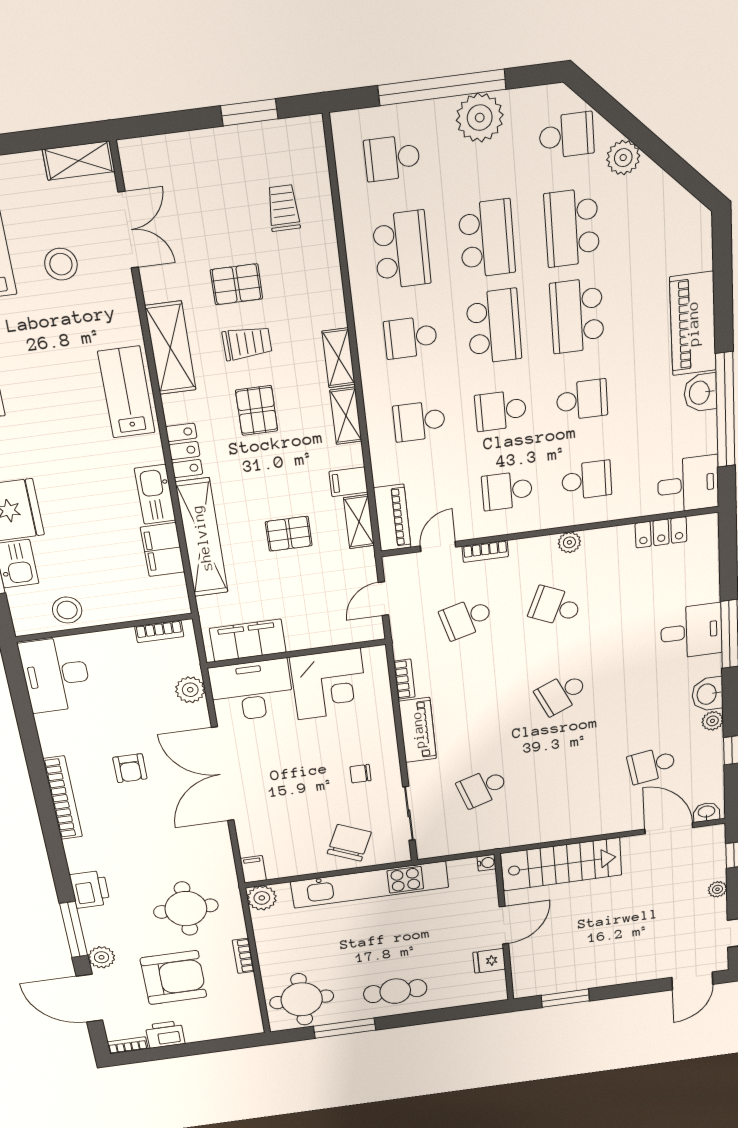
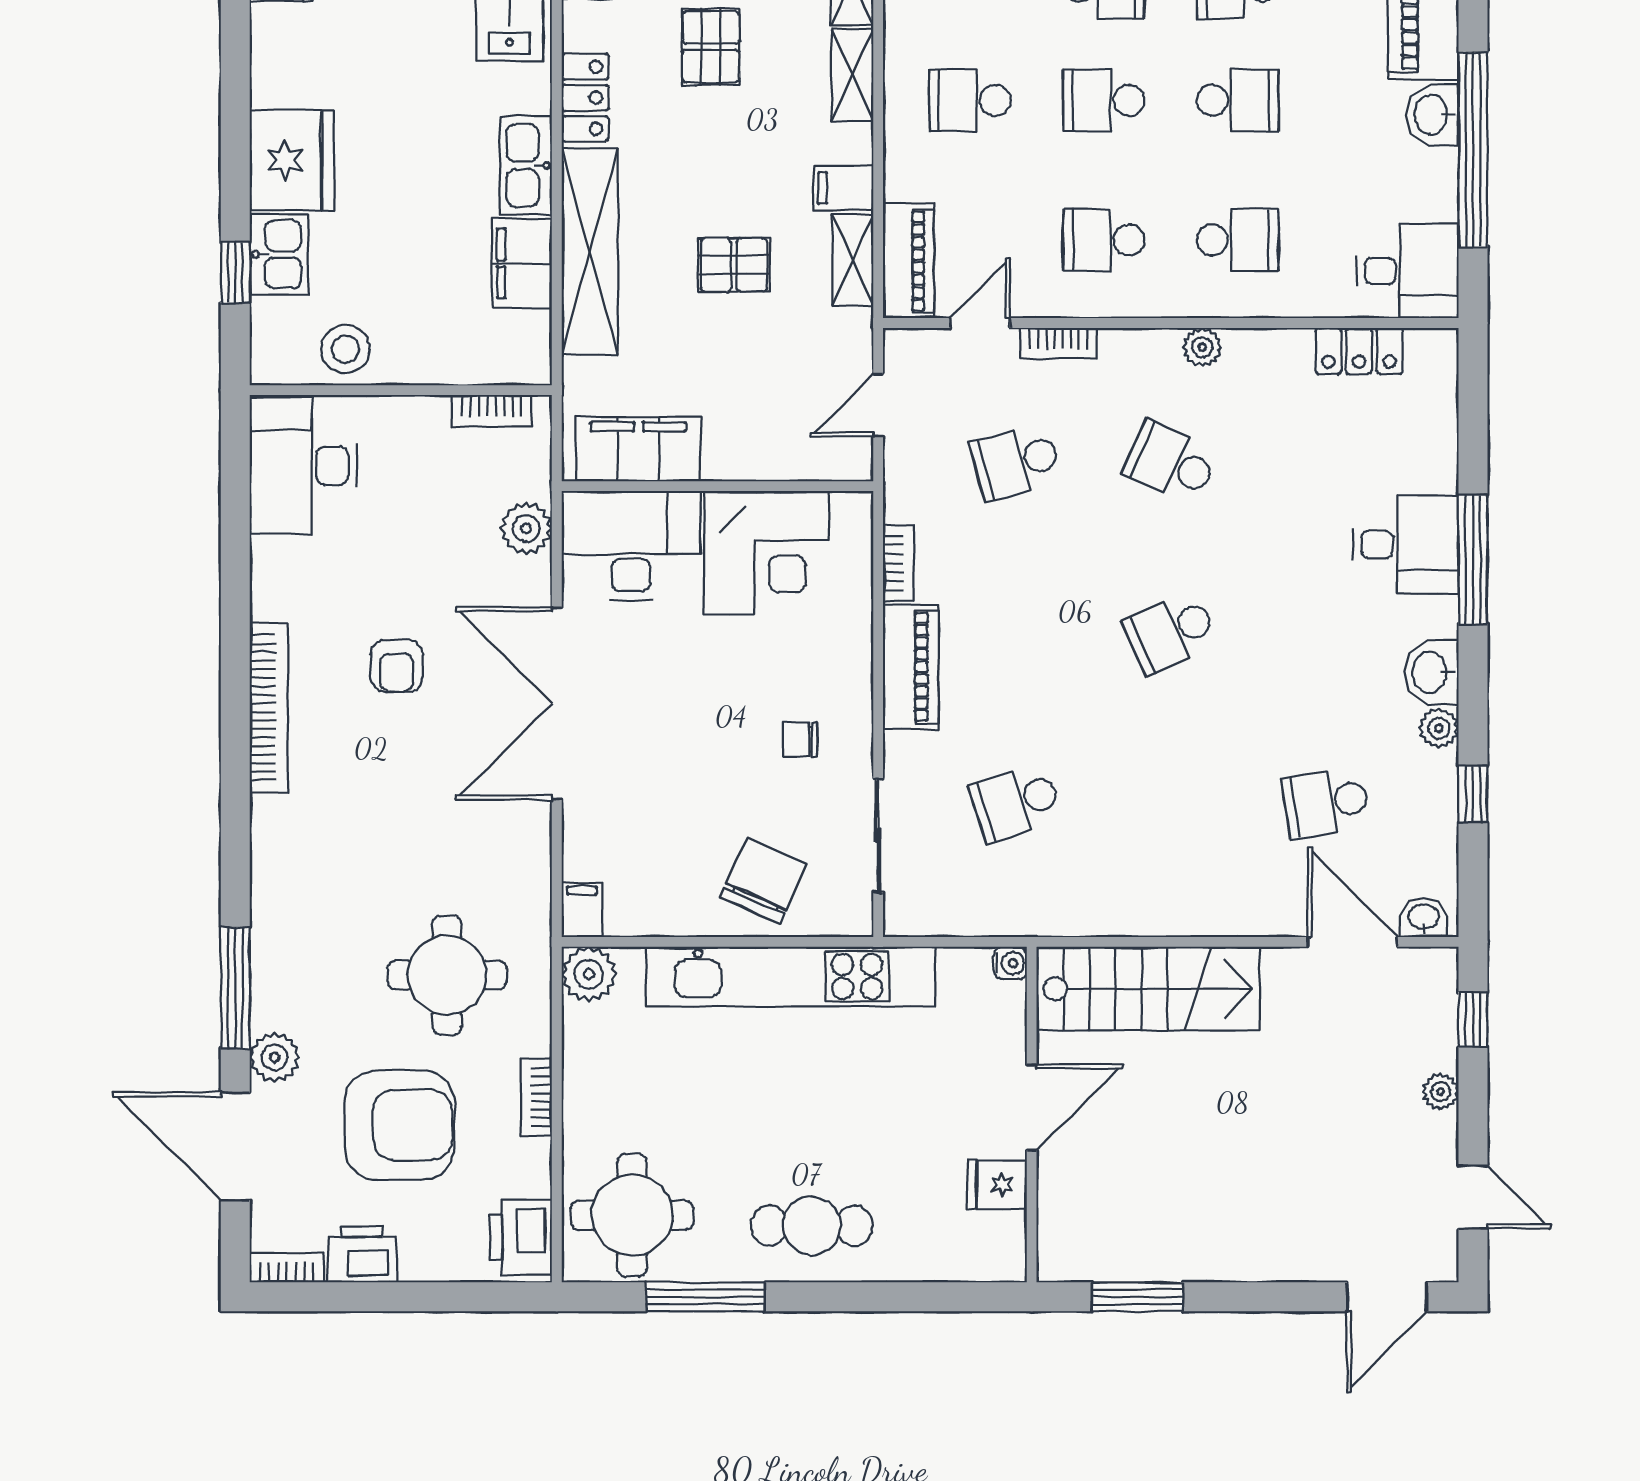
printer: (90, 889) -> (521, 1237), moved, turned 180

